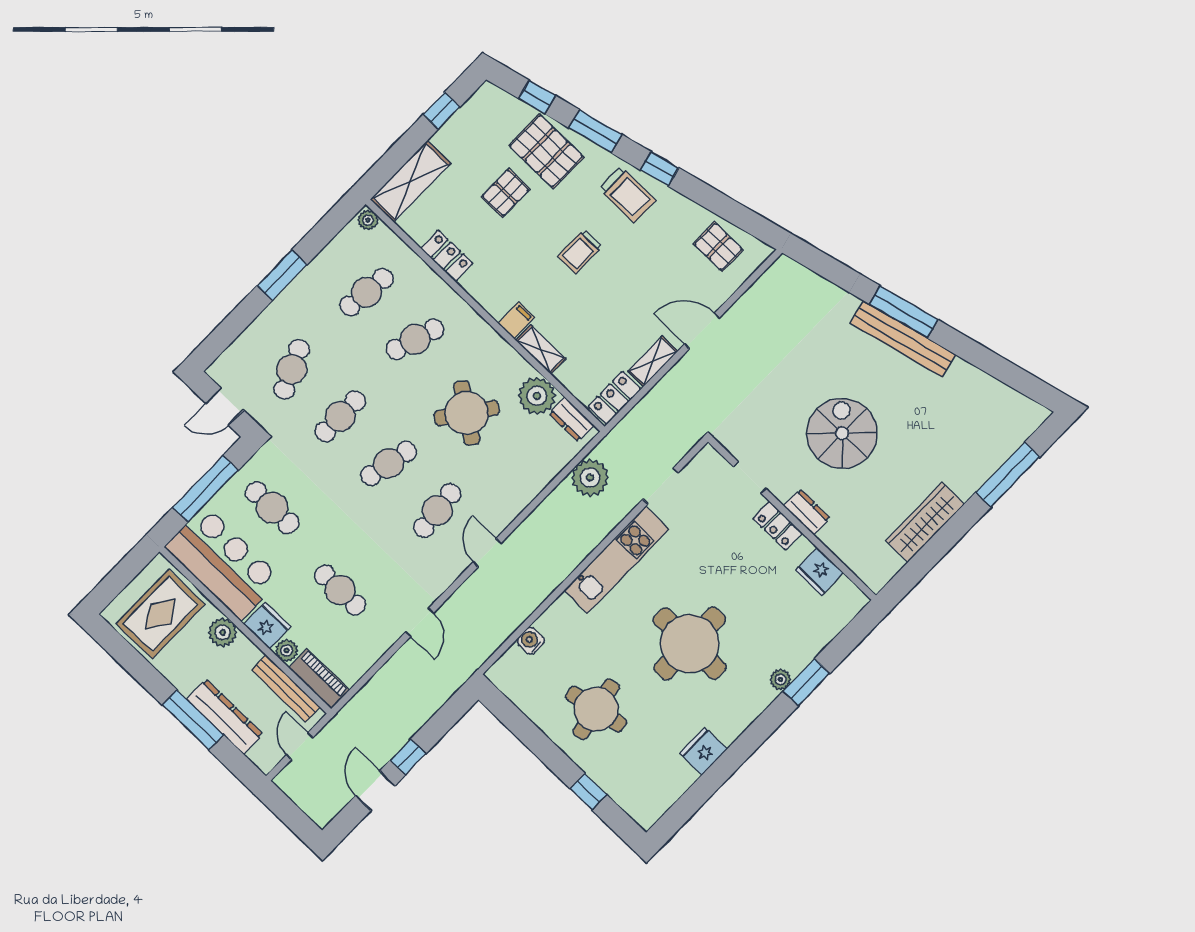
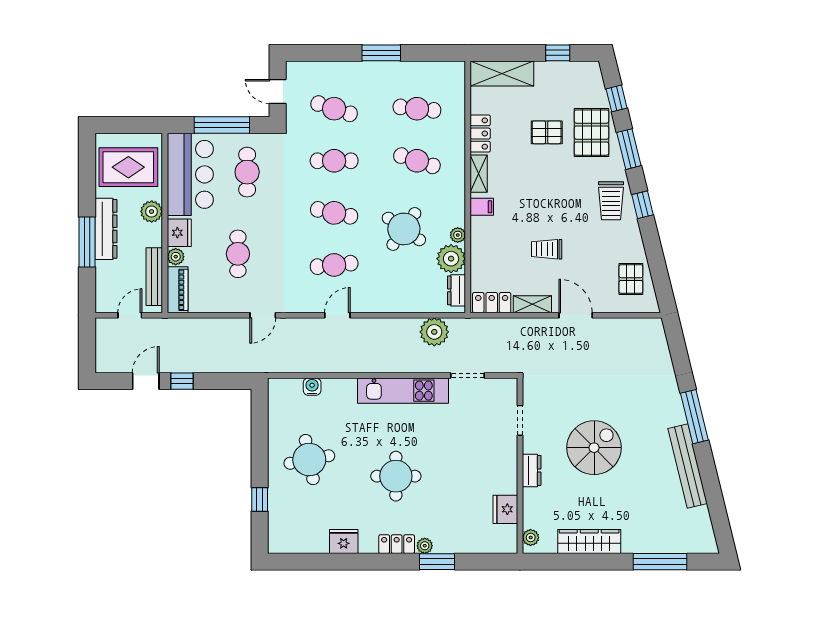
plant: (368, 220) -> (458, 235), moved
trolley: (580, 251) -> (547, 249), moved
bench: (903, 339) -> (688, 466), moved
shelving: (541, 350) -> (479, 174), moved
cafe table: (292, 369) -> (334, 109), turned 42
locker: (777, 526) -> (397, 544), moved, turned 90
plant: (869, 573) -> (531, 537), added
round table: (690, 644) -> (396, 476), width x0.73, depth x0.73
dresser: (225, 717) -> (106, 229), moved

